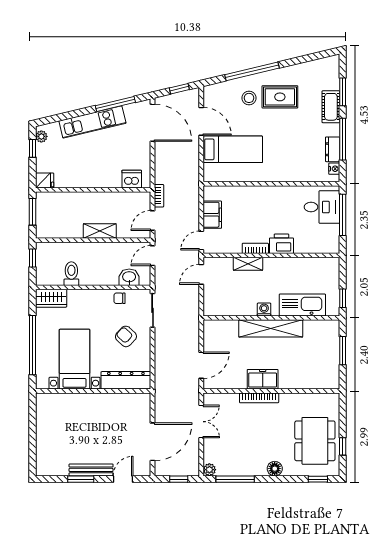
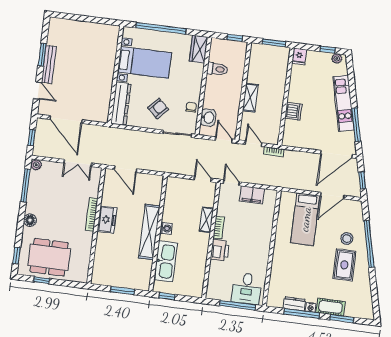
nightstand: (334, 169) -> (311, 307), moved
dishwasher: (132, 179) -> (293, 111), moved

